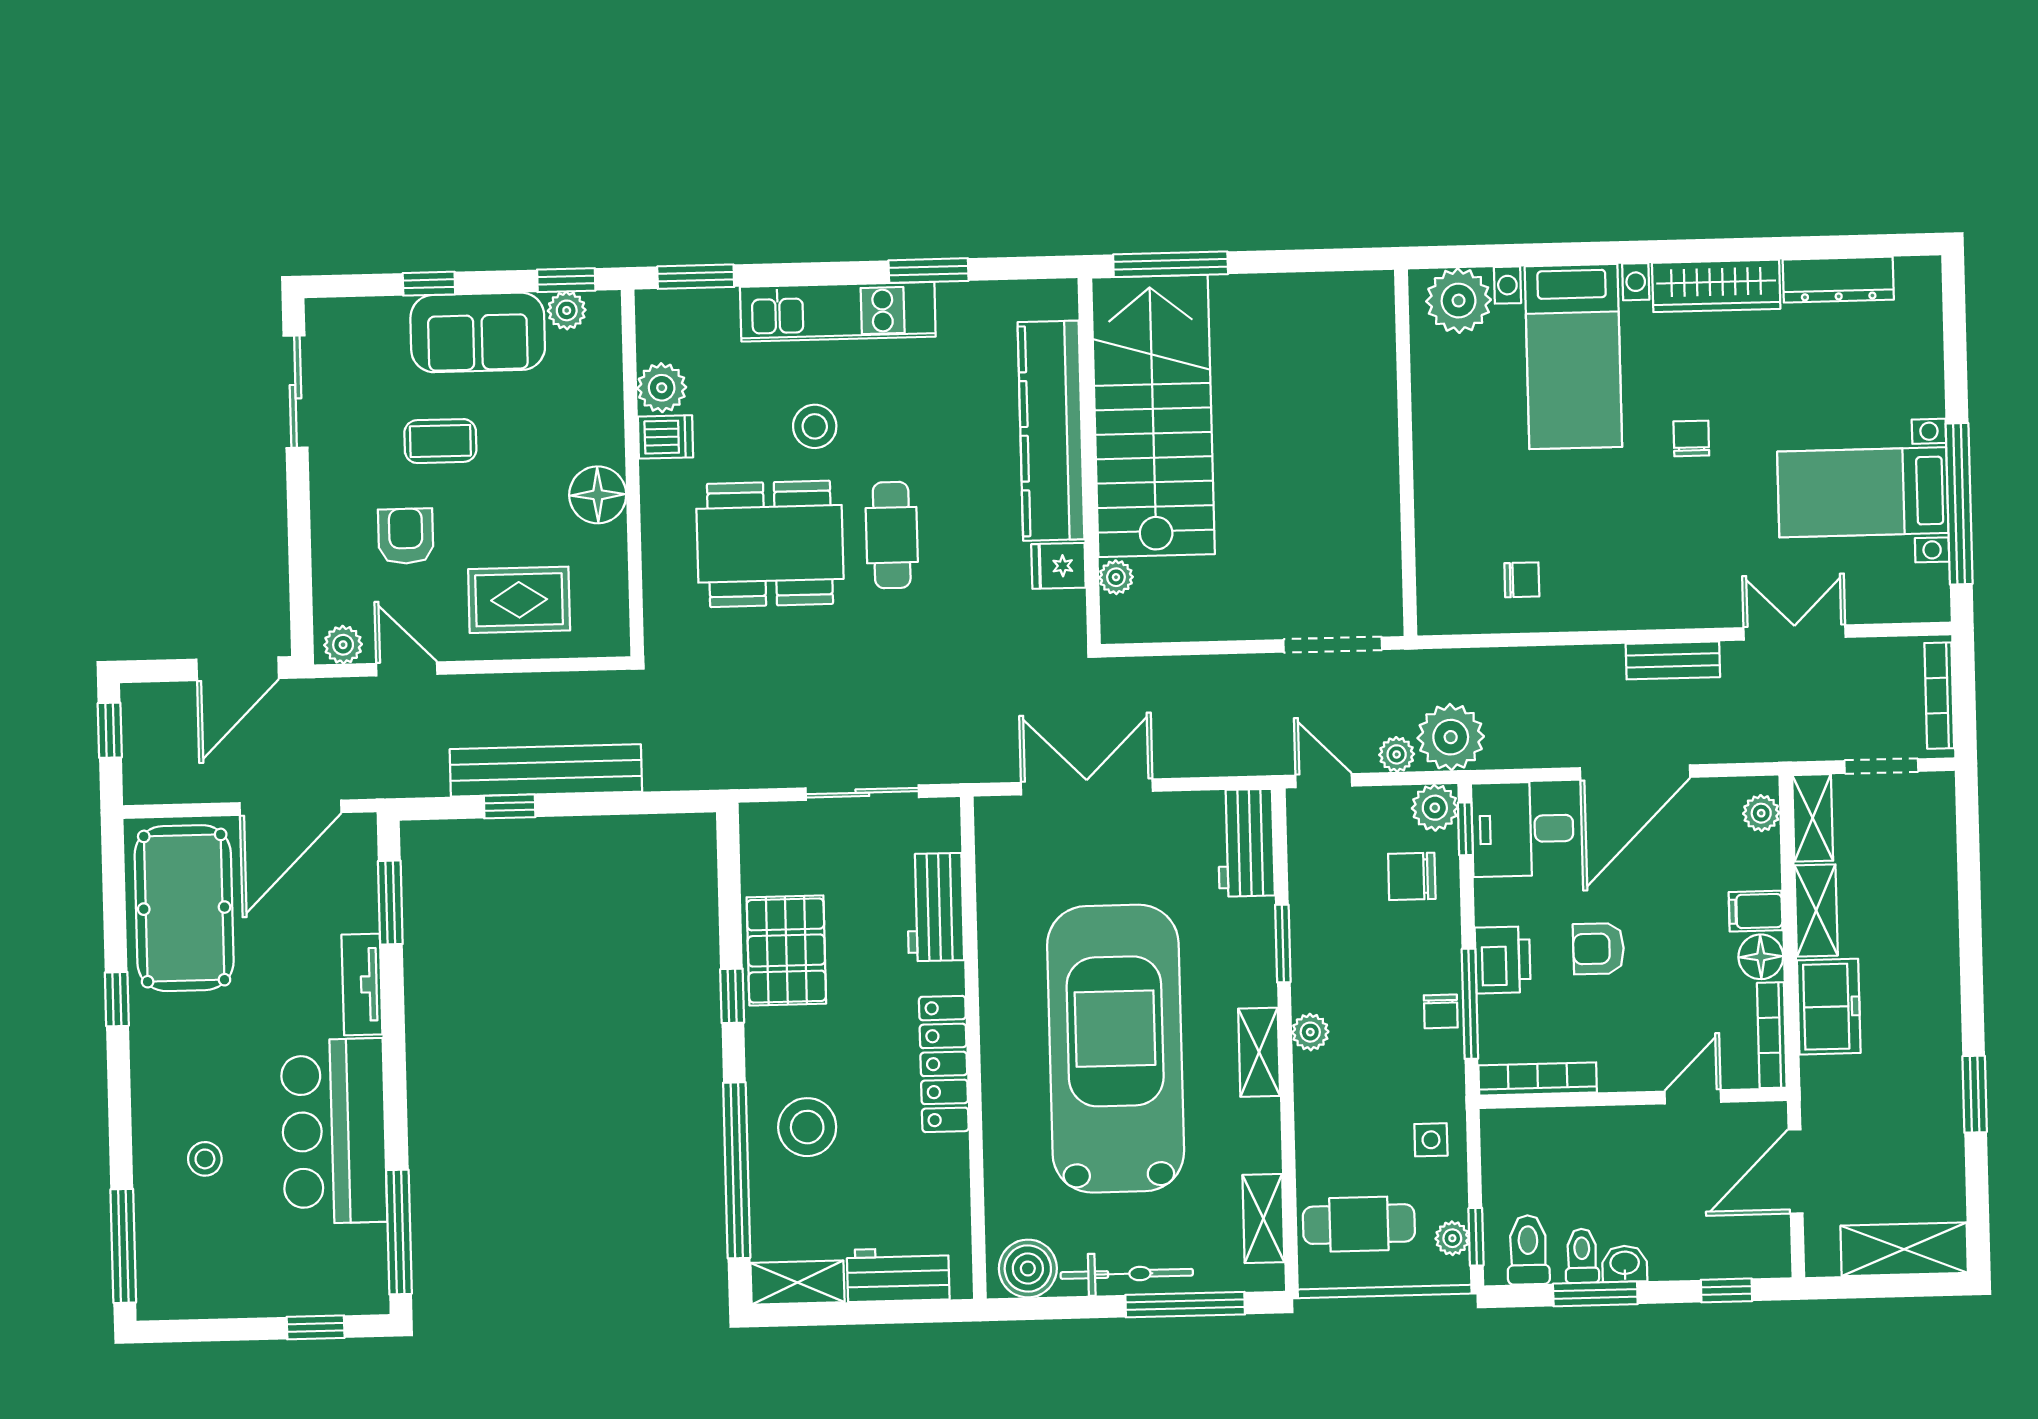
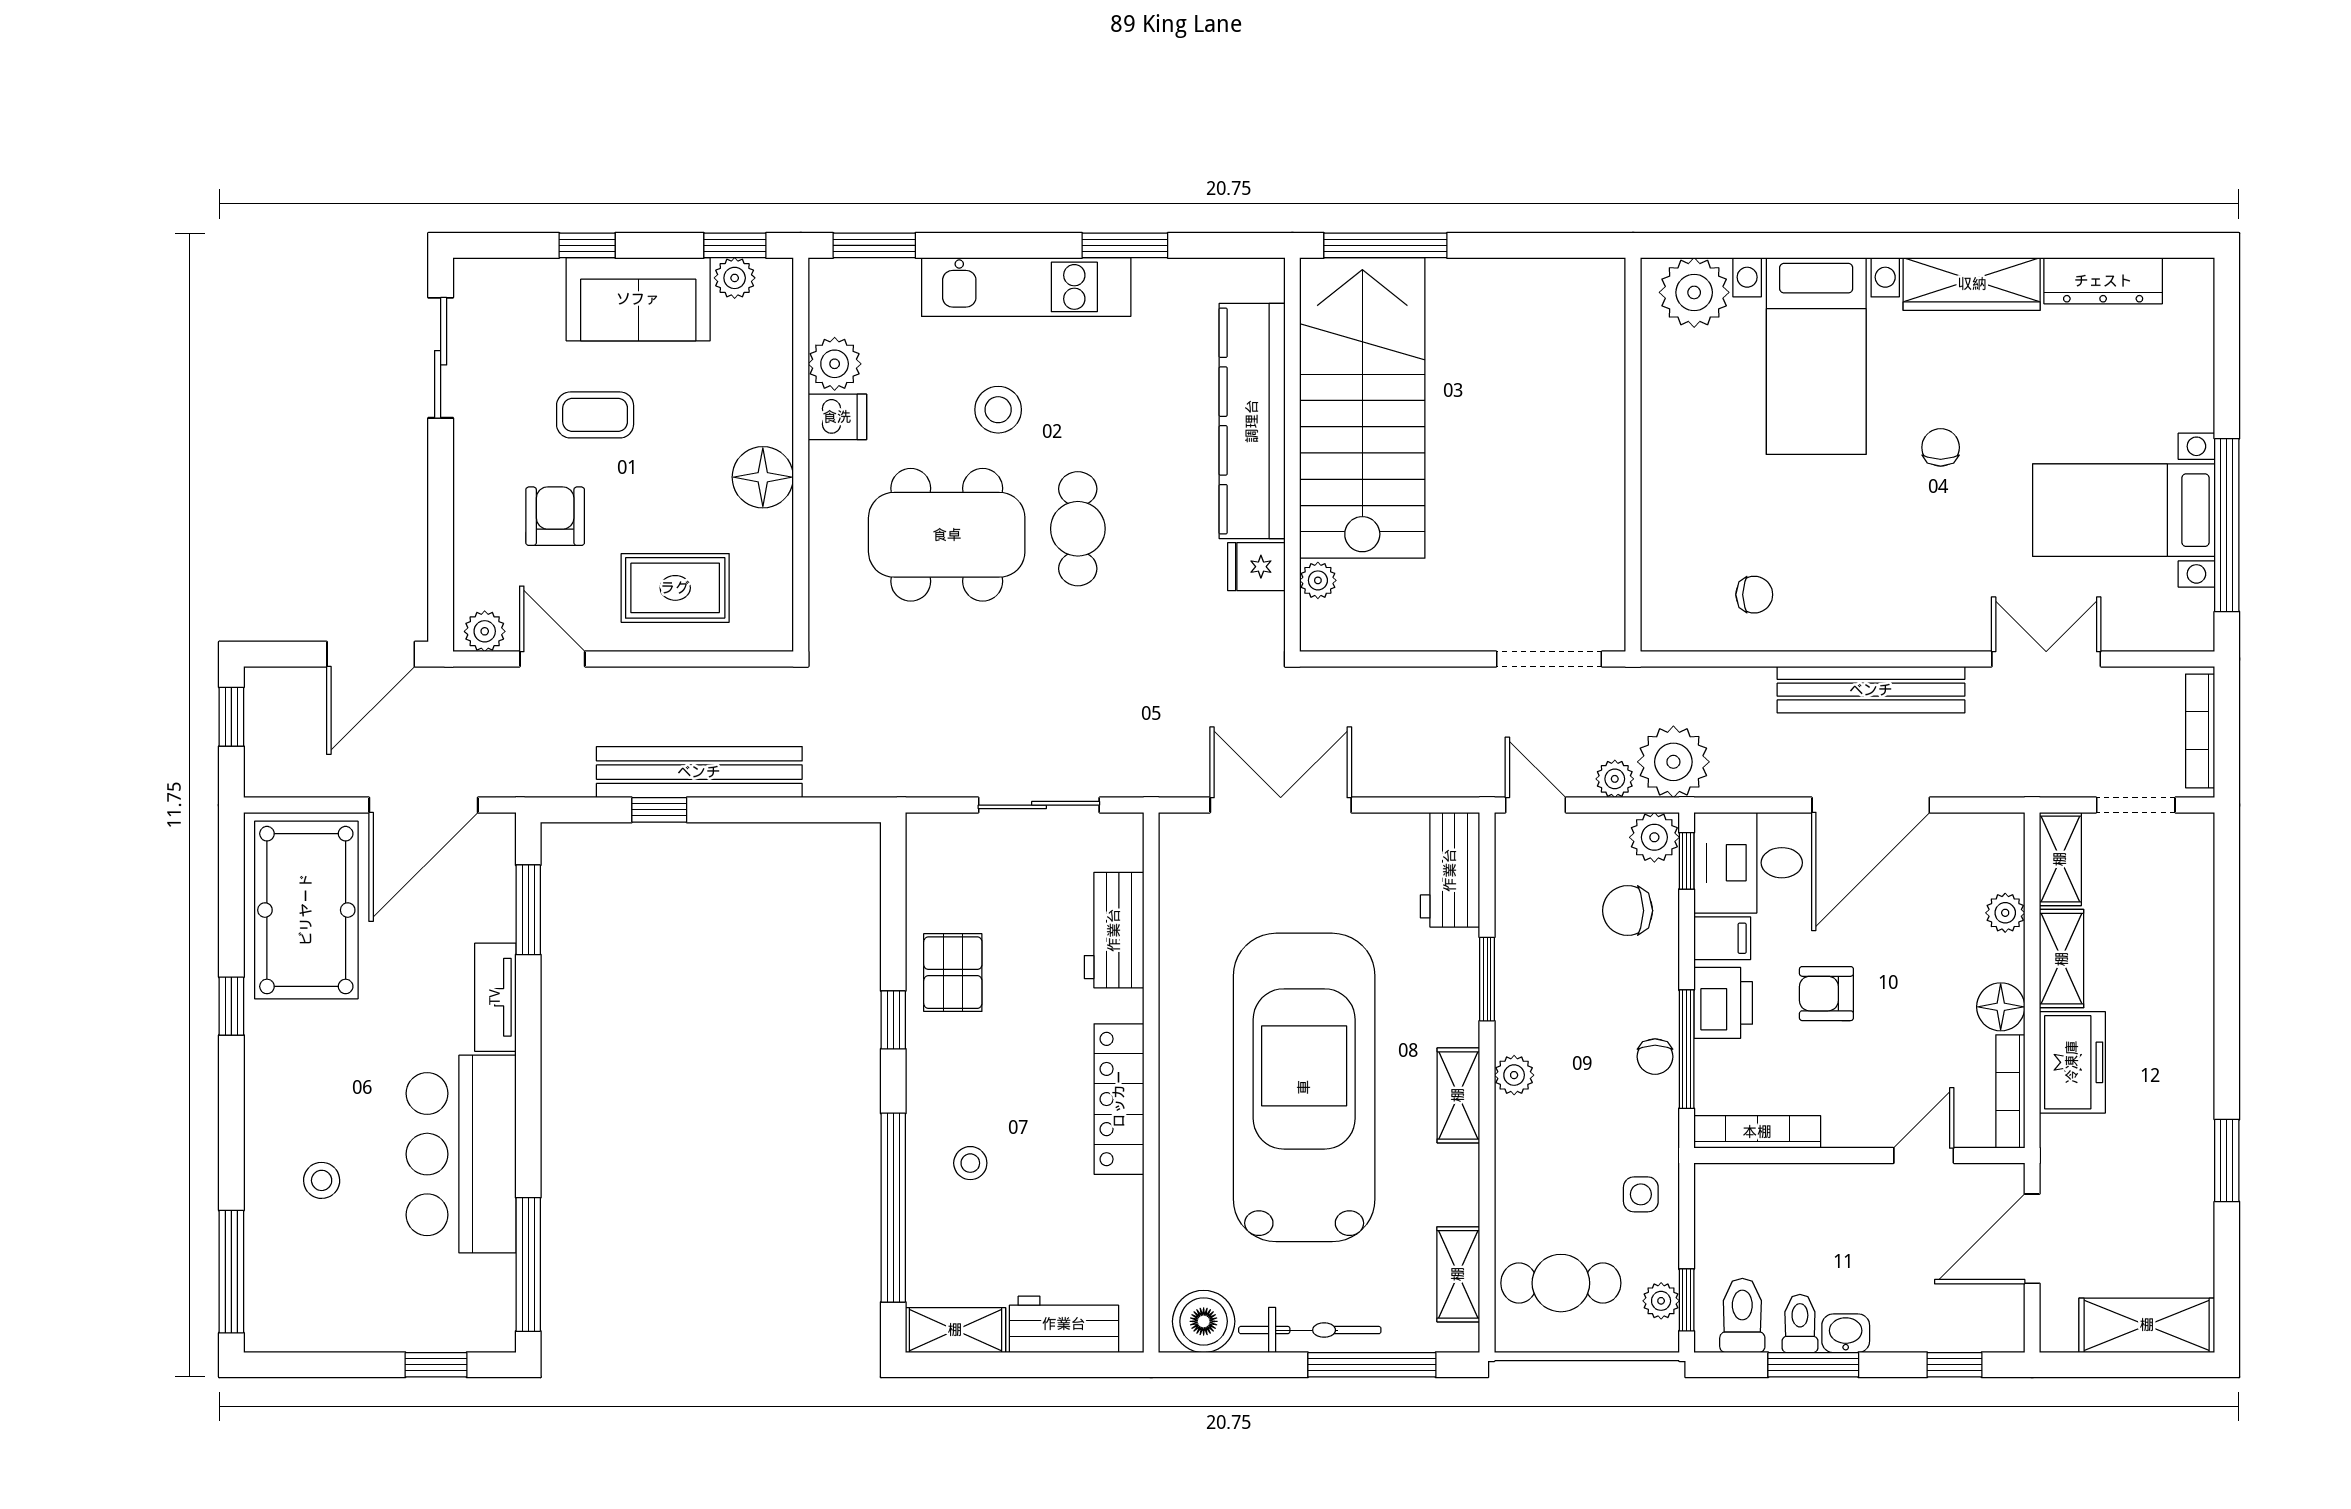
bench: (1673, 660) -> (1871, 690), width x1.86, depth x1.21
plant: (1761, 813) -> (2005, 913), moved
filing cabinet: (1756, 911) -> (1722, 938), moved, turned 180
pallet: (786, 950) -> (953, 973), width x0.67, depth x0.71
stool: (807, 1127) -> (970, 1163), width x0.53, depth x0.53

